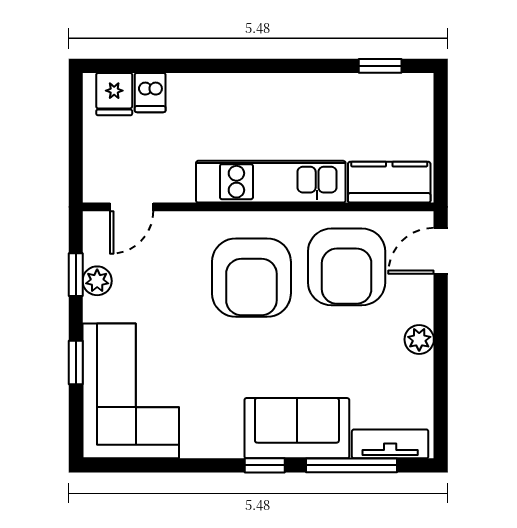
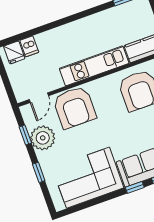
armchair: (251, 278) -> (74, 107), moved
plant: (97, 281) -> (43, 138), width x1.88, depth x1.88
corner sofa: (131, 391) -> (88, 178), moved, turned -90

